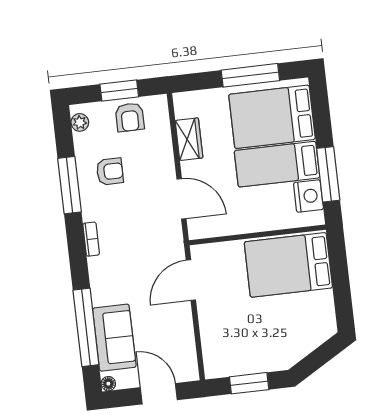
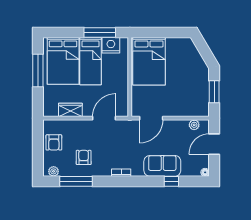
window: (119, 90) -> (38, 147), removed
armchair: (130, 117) -> (54, 142), turned 90
window: (69, 185) -> (76, 181), moved
door: (191, 280) -> (151, 118), hinge flipped
window: (86, 327) -> (171, 181), width x0.32
sofa: (114, 338) -> (162, 166), moved
plant: (188, 355) -> (194, 125), added

